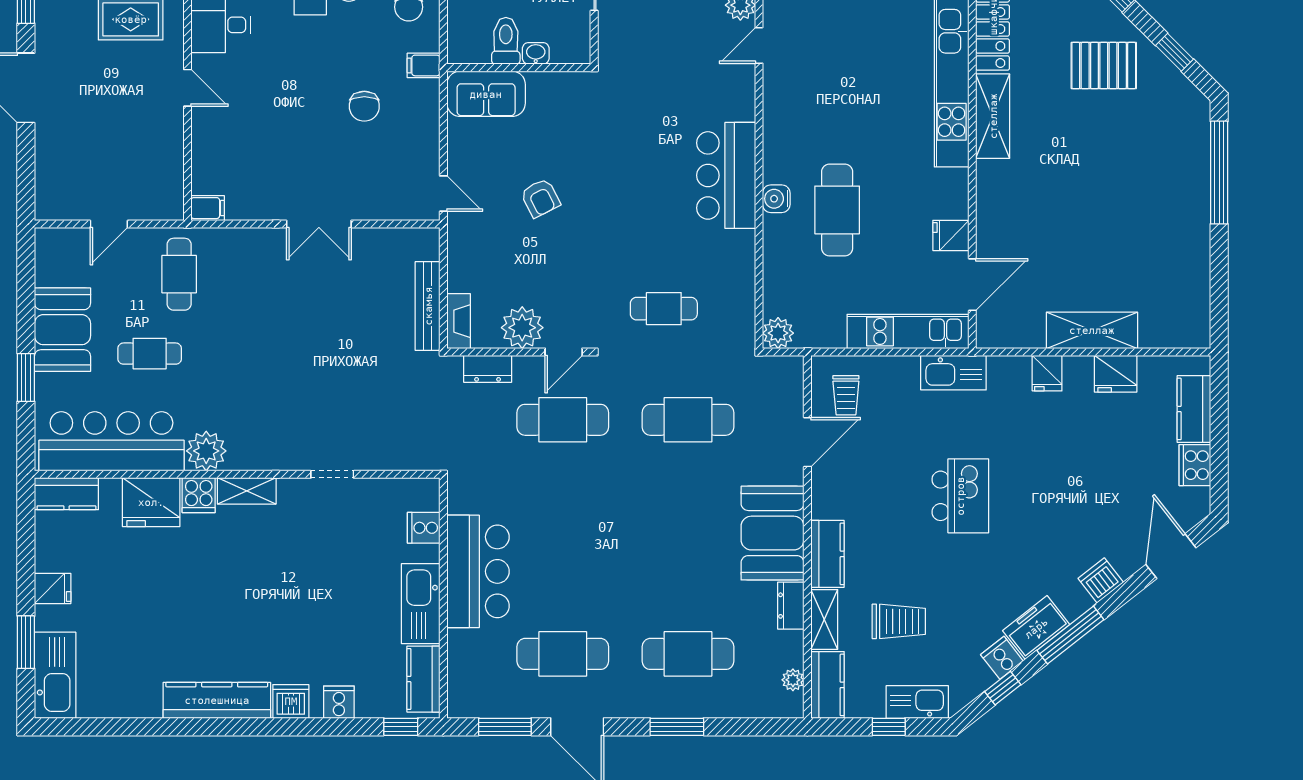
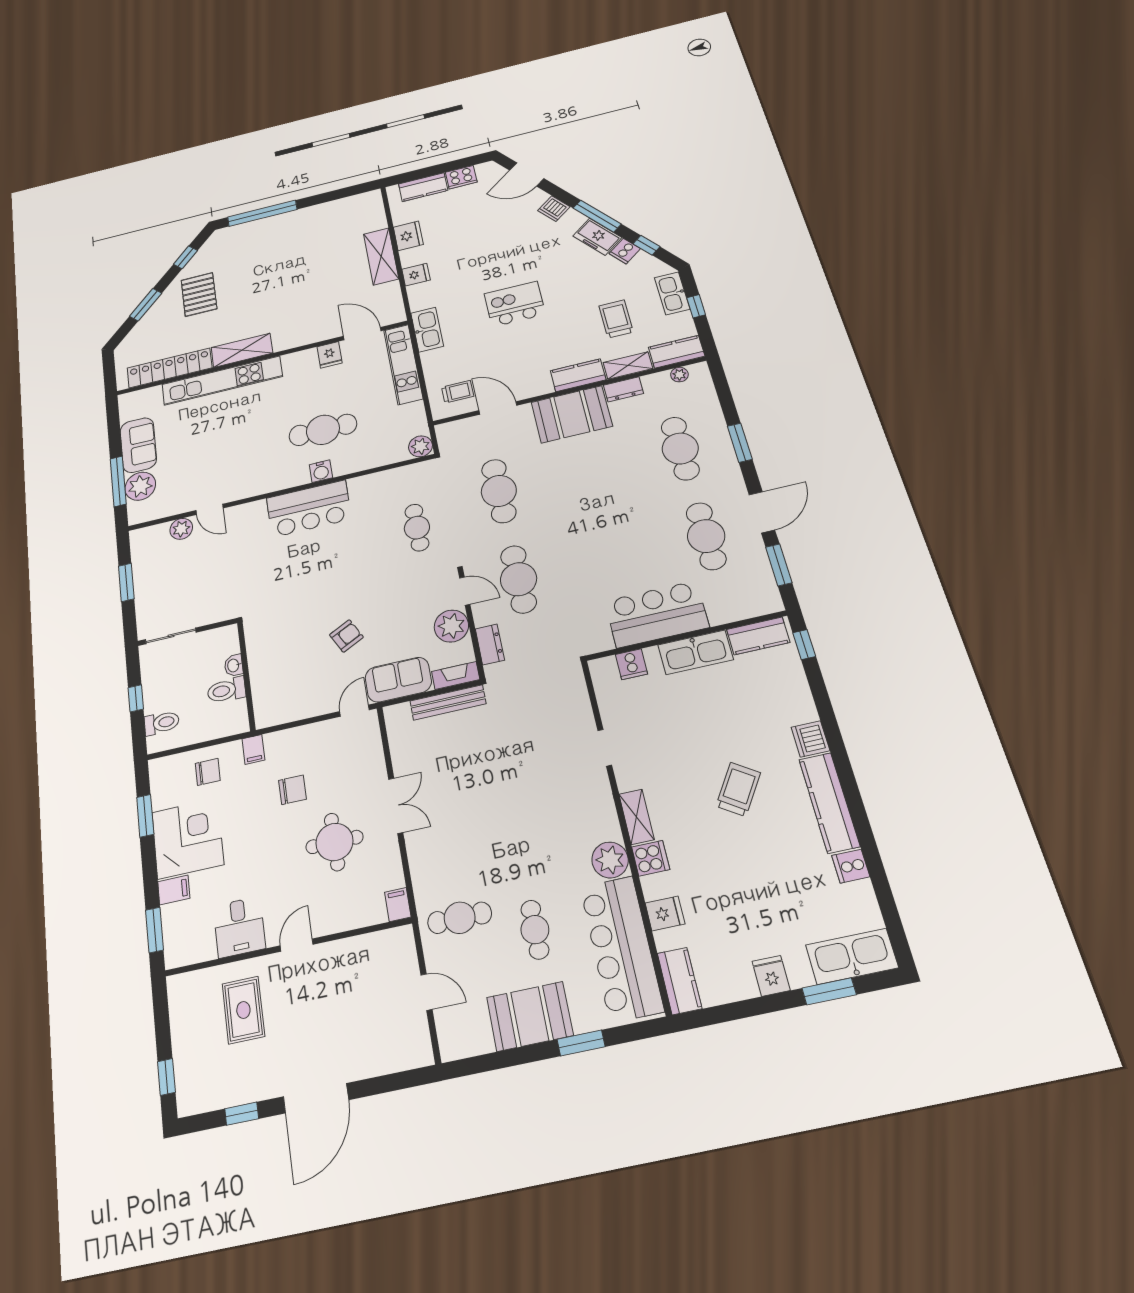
sofa: (486, 94) -> (398, 680), moved, turned -90
round table: (293, 147) -> (335, 842), added
fridge: (151, 502) -> (665, 913), width x0.53, depth x0.75
trolley: (253, 608) -> (738, 789), added
cooker: (339, 702) -> (851, 866), moved

